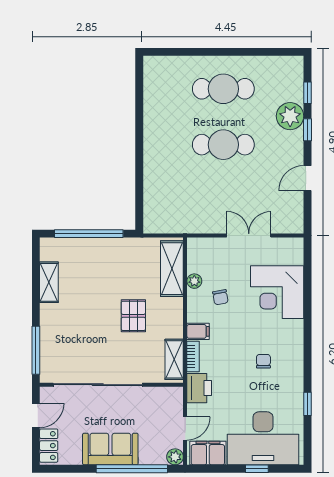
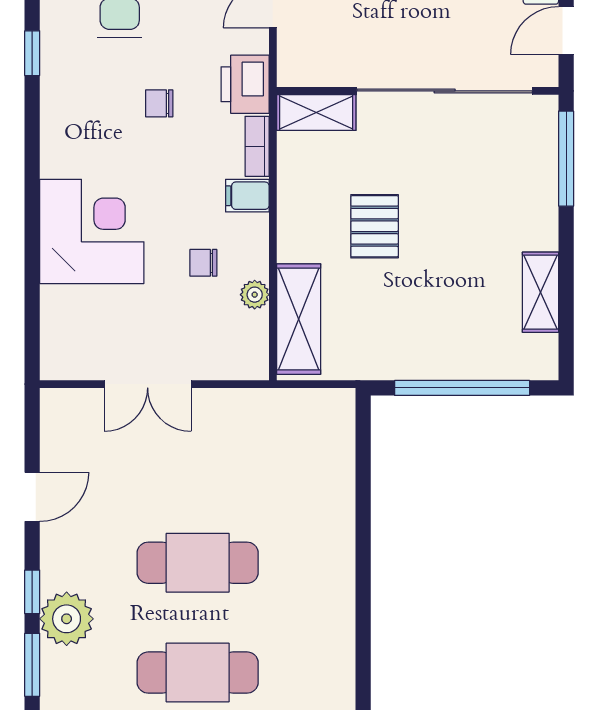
window: (307, 93) -> (32, 665), width x1.50
corner desk: (277, 292) -> (92, 231), moved
chair: (220, 297) -> (203, 263), turned -80
shelving: (174, 359) -> (316, 113), moved, turned 90
chair: (263, 361) -> (159, 103), moved, turned 90

